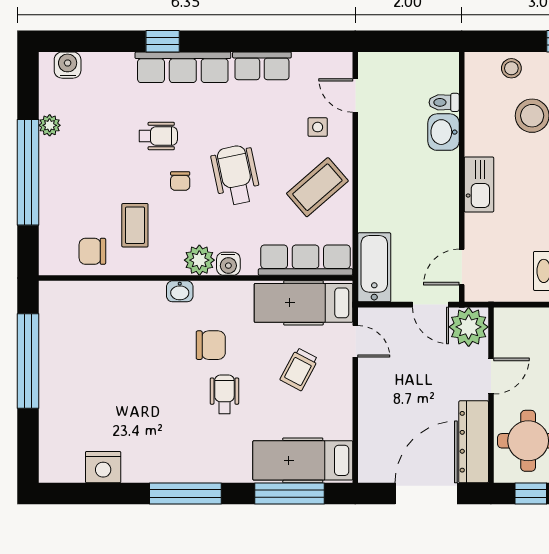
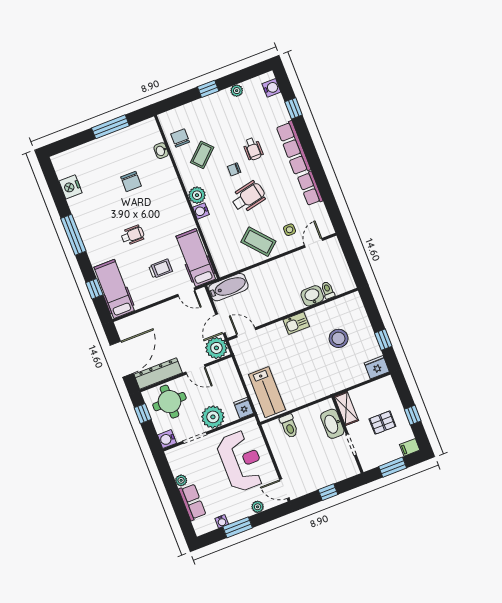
window: (163, 41) -> (294, 108), moved
stool: (511, 68) -> (359, 318), removed
window: (28, 172) -> (208, 89), width x0.32
kitchen sink: (479, 184) -> (296, 323), width x0.73
coffee table: (135, 225) -> (202, 155), turned -43
row of seats: (306, 260) -> (218, 250), removed
washbasin: (180, 291) -> (161, 151), moved
door: (355, 341) -> (186, 292), hinge flipped
chair: (211, 345) -> (131, 181), moved
window: (28, 361) -> (110, 127), width x0.68
trolley: (299, 369) -> (161, 269), turned 152
window: (289, 494) -> (94, 289), width x0.46
door: (426, 494) -> (122, 359), hinge flipped

